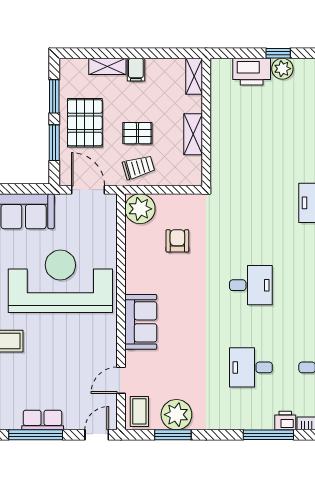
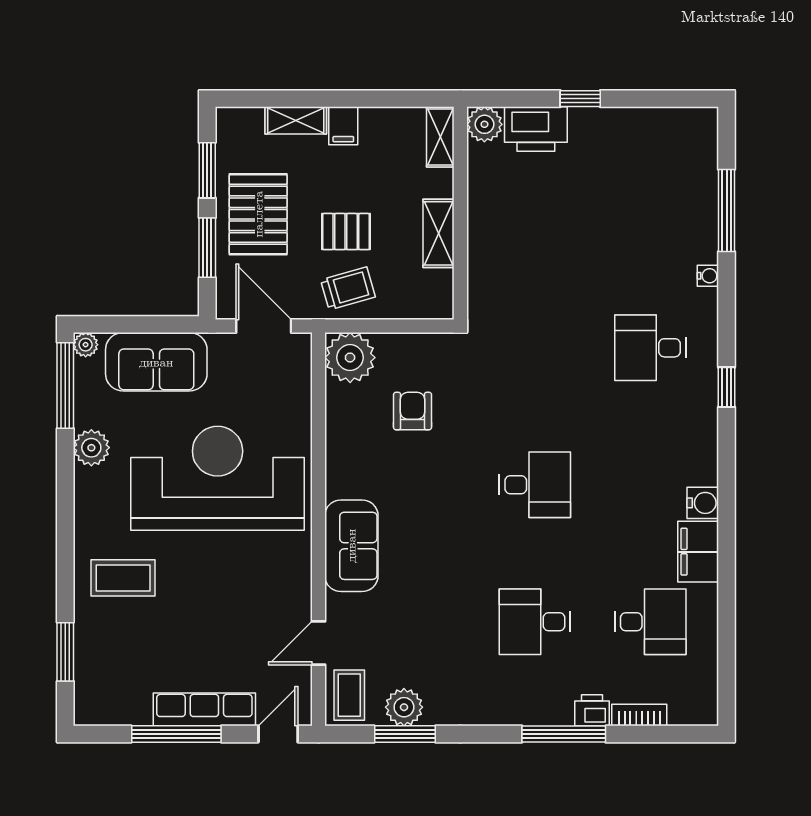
plant: (282, 69) -> (484, 124), moved
plant: (176, 415) -> (404, 707), width x0.73, depth x0.73
row of seats: (43, 420) -> (204, 709), width x1.48

